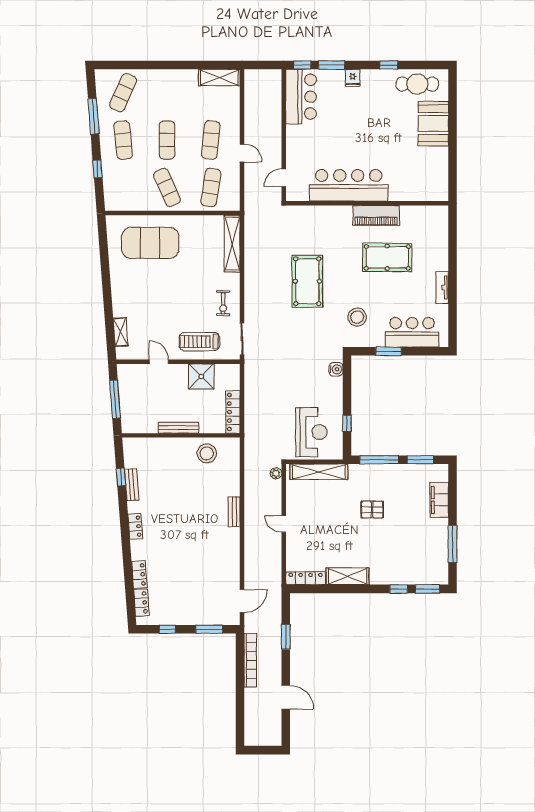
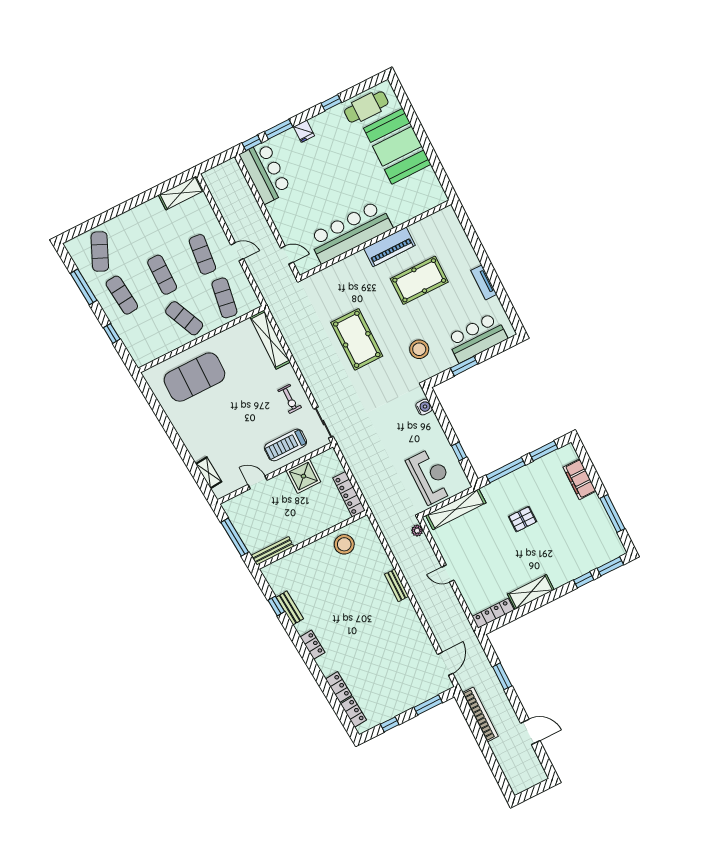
booth: (433, 124) -> (397, 146), width x1.36, depth x1.42
door: (284, 178) -> (287, 255), swing flipped
bench: (178, 428) -> (273, 551), moved

